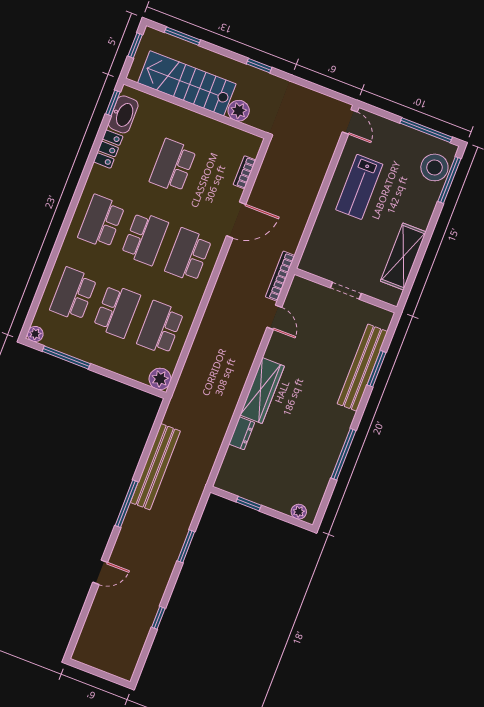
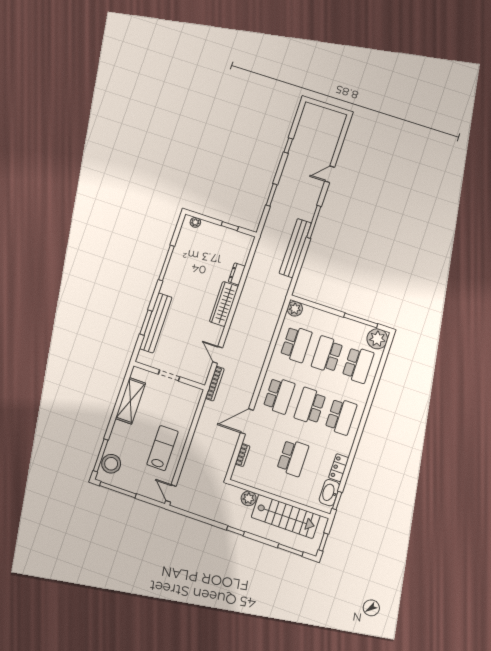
plant: (35, 334) -> (377, 339), width x1.88, depth x1.88

